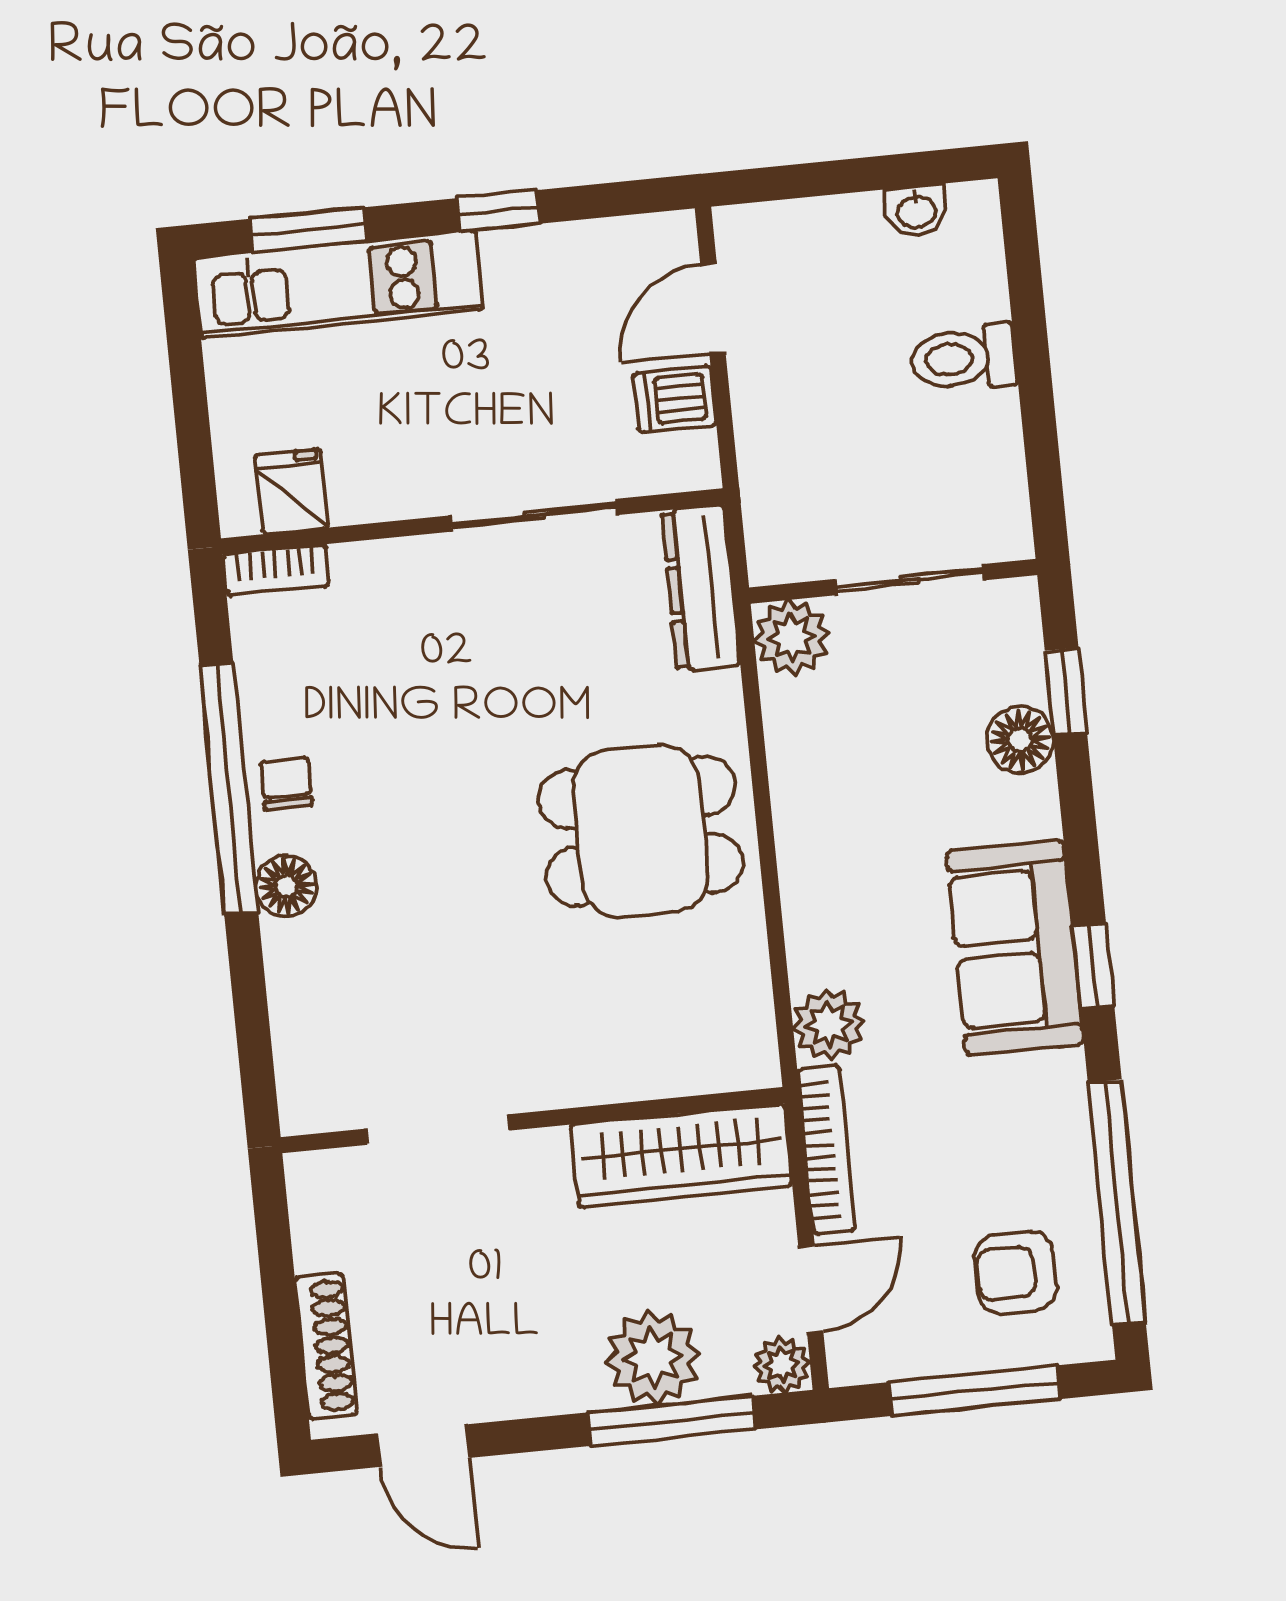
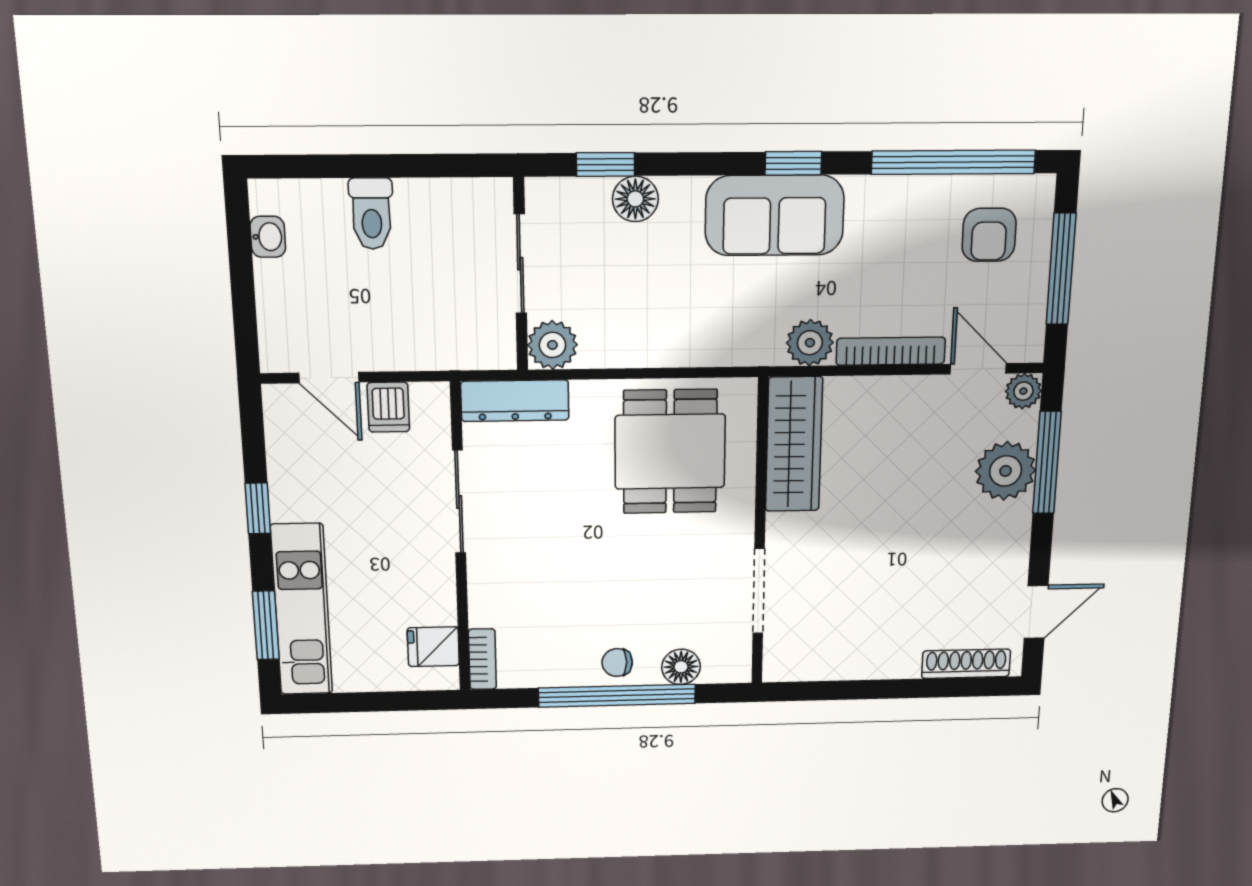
wall: (532, 1120) -> (760, 534), moved
doorway: (437, 1130) -> (759, 591), moved
wardrobe: (681, 1155) -> (794, 444), moved

